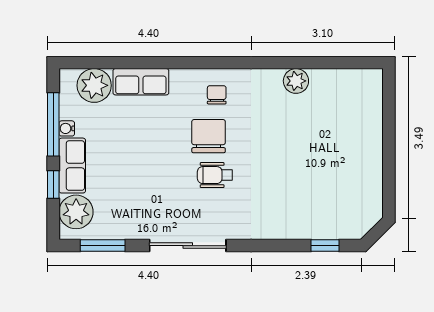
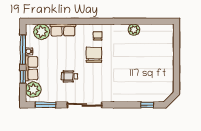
wheelchair: (215, 175) -> (70, 76), moved

